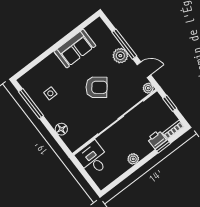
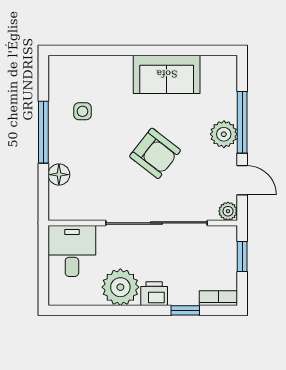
window: (31, 104) -> (43, 132), moved
printer: (157, 139) -> (154, 294), moved
plant: (133, 159) -> (120, 287), width x1.87, depth x1.87

